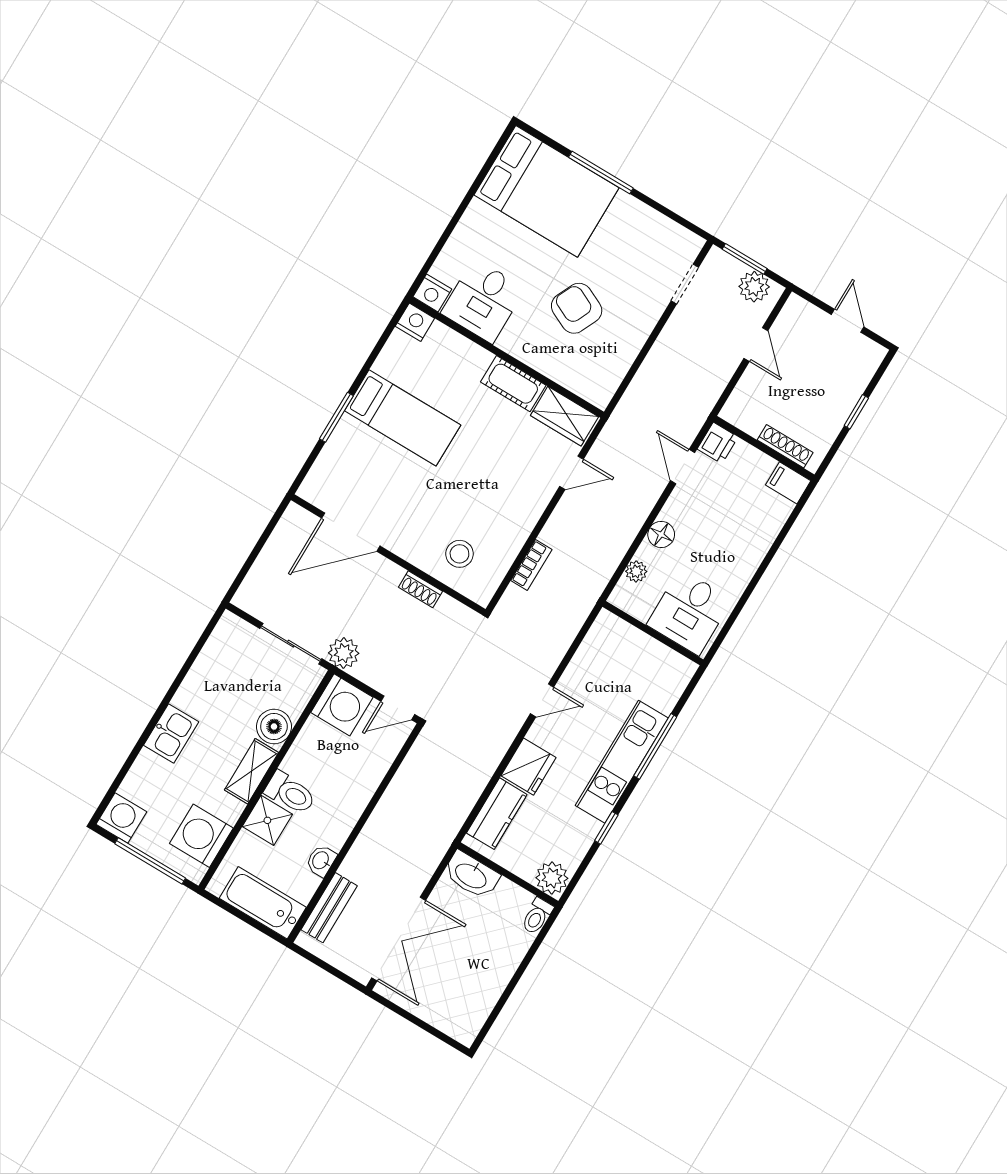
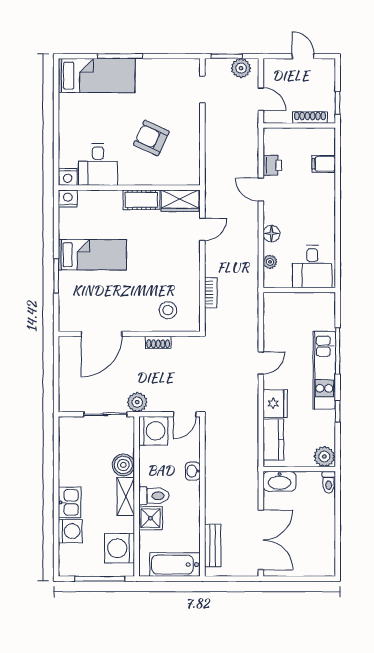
bed: (547, 191) -> (97, 76), width x0.67
shoe rack: (785, 446) -> (310, 117), moved
wall: (764, 448) -> (299, 126), moved
washing machine: (121, 818) -> (70, 531), moved, turned 90
washbasin: (321, 861) -> (193, 471), moved

